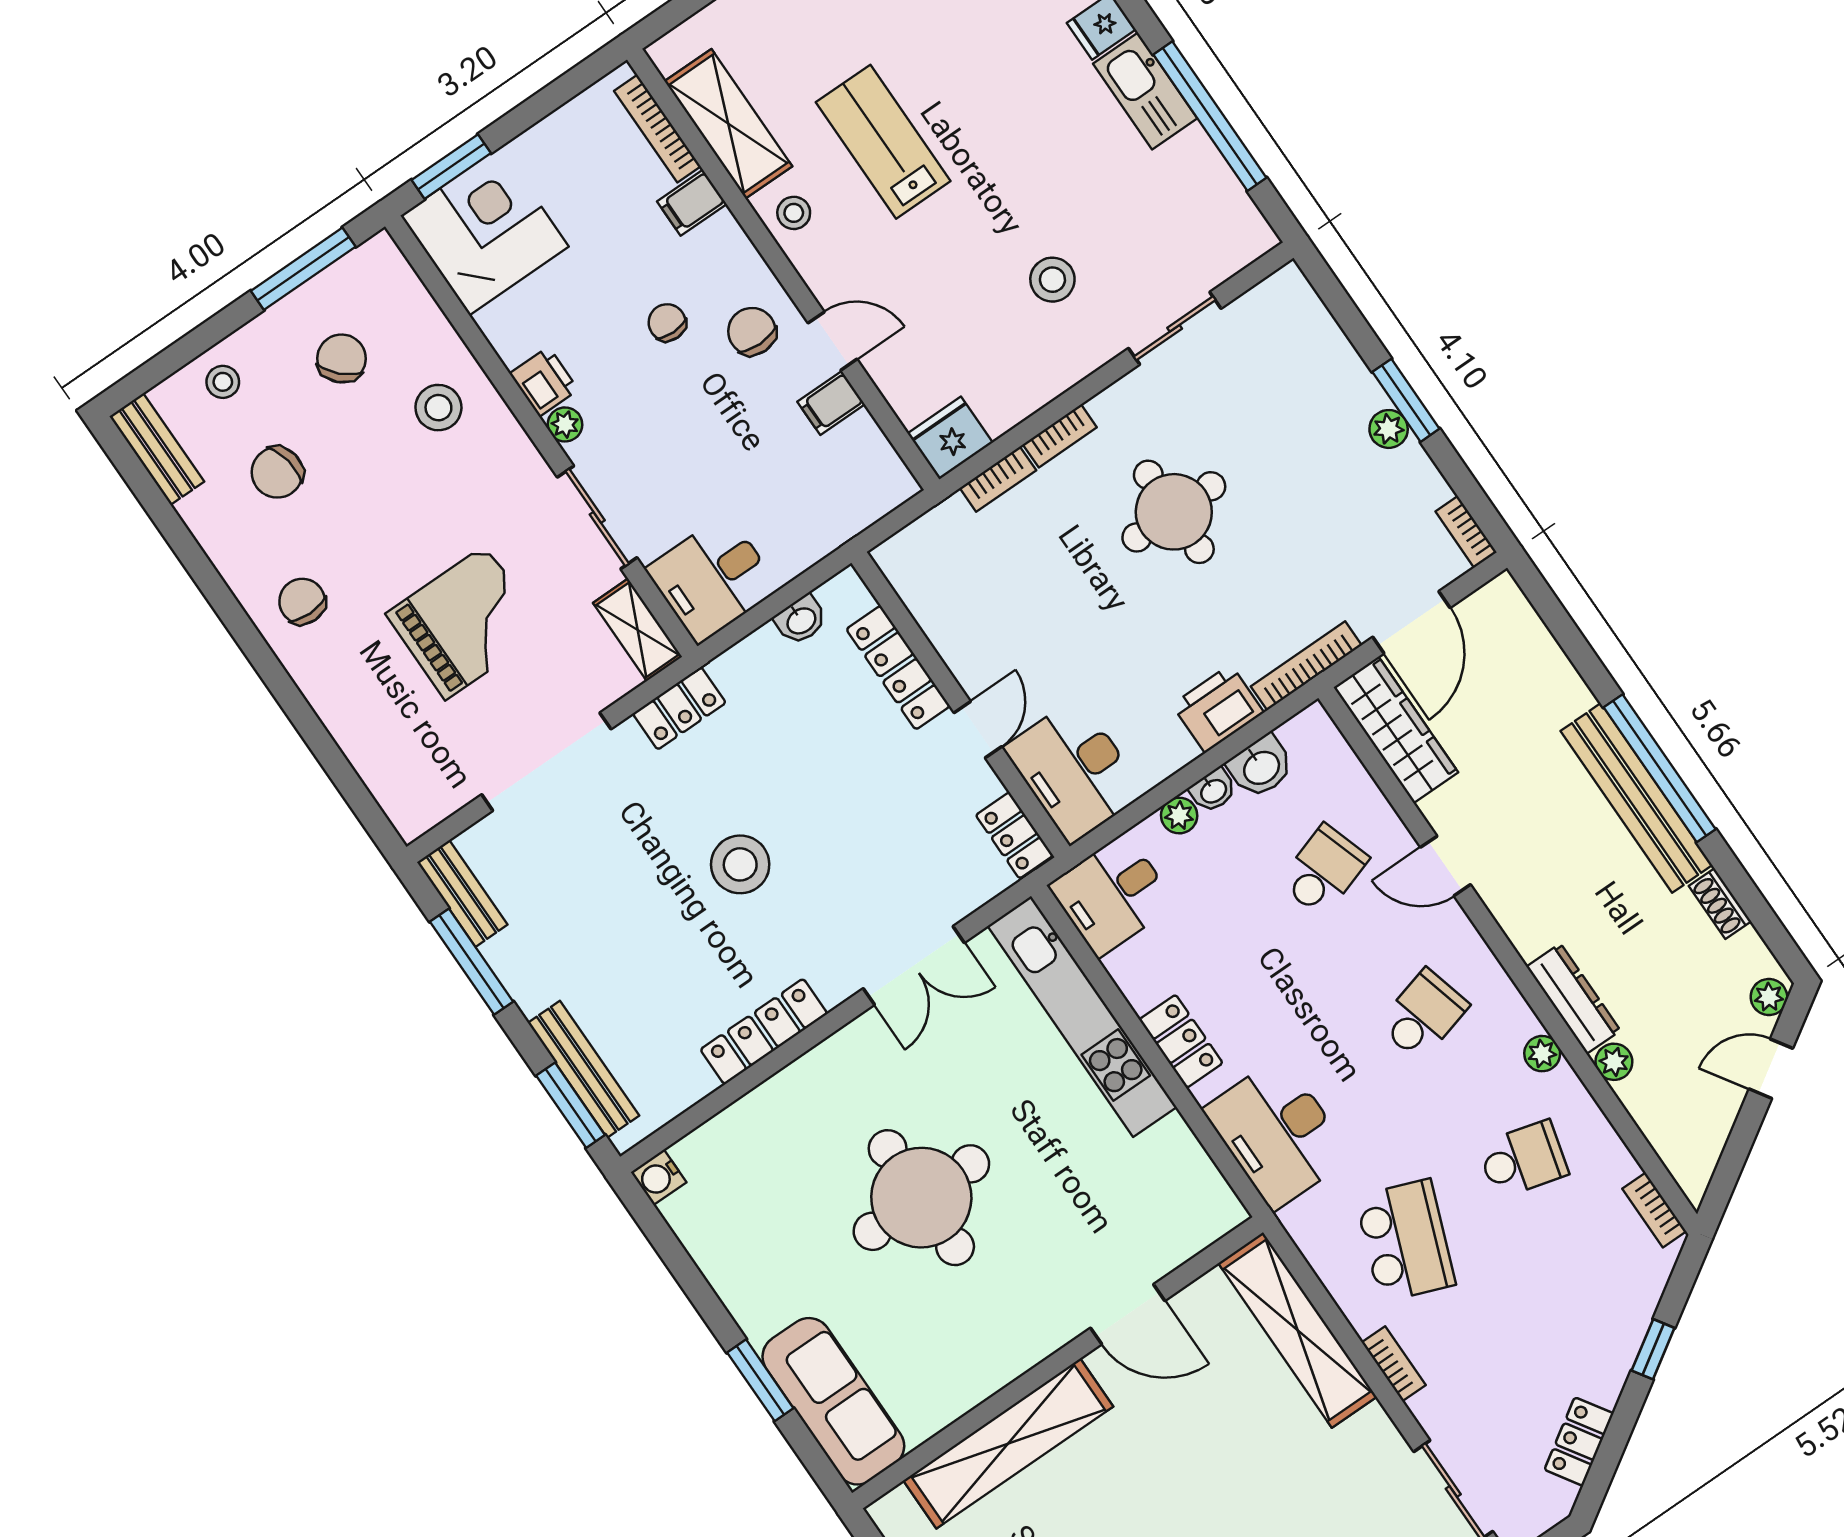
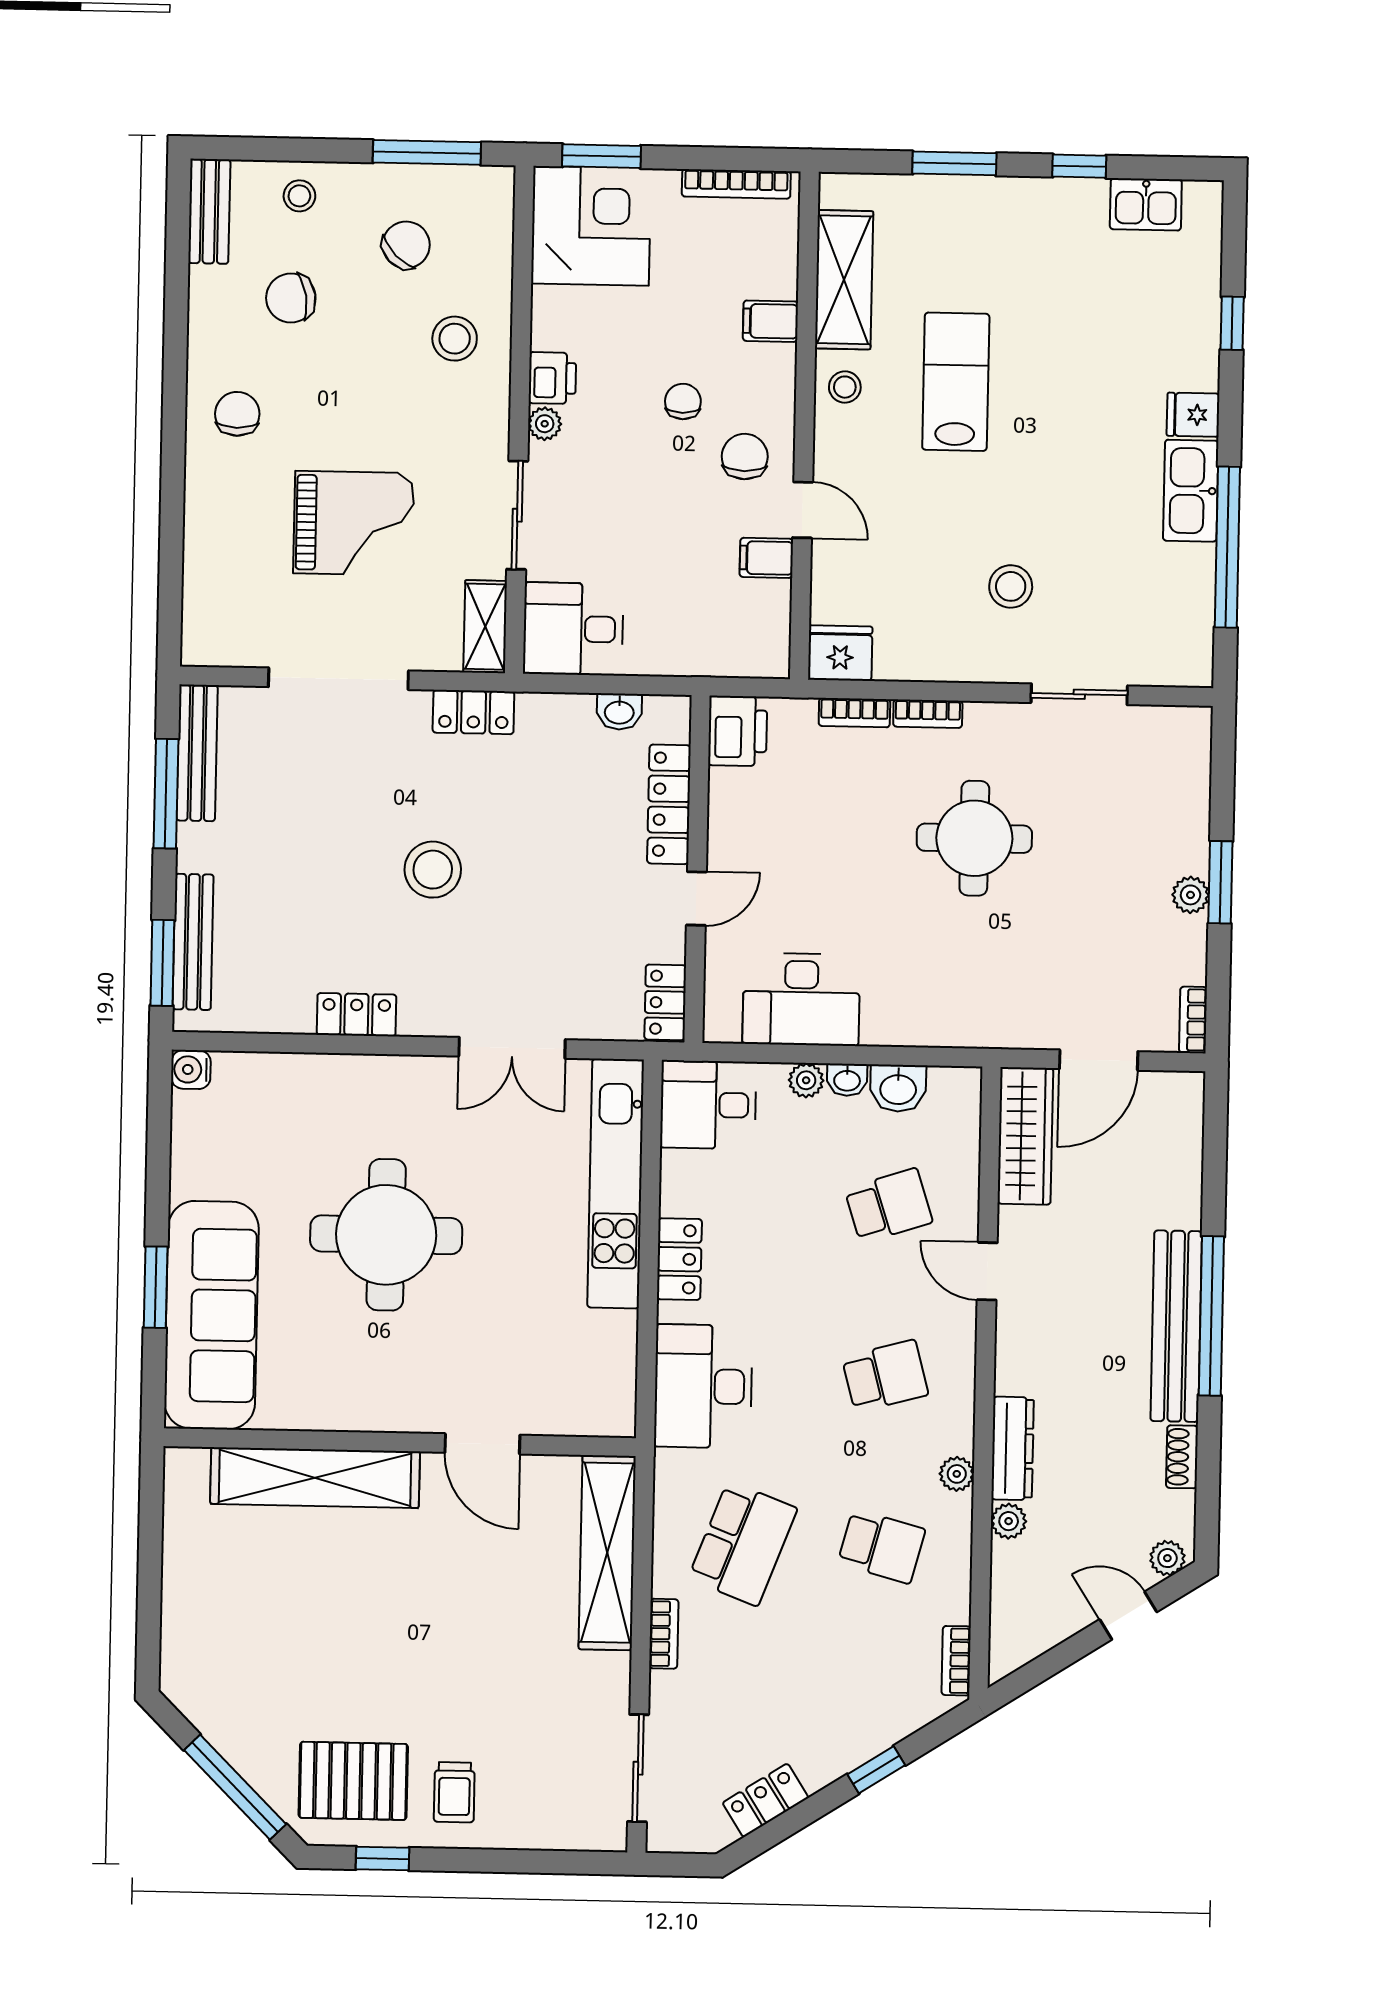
bookcase: (657, 129) -> (736, 184), moved, turned -90
bookcase: (1306, 666) -> (991, 1035), removed
printer: (1218, 709) -> (738, 731), moved, turned 90
desk: (1074, 770) -> (801, 999), moved, turned -90
bench: (462, 893) -> (197, 753), width x1.36
locker: (764, 1032) -> (356, 1015), width x0.66
sofa: (833, 1401) -> (212, 1315), width x1.36, depth x1.27

